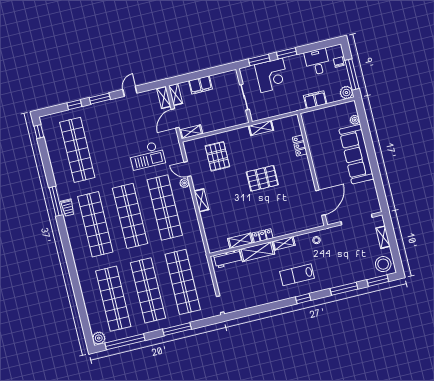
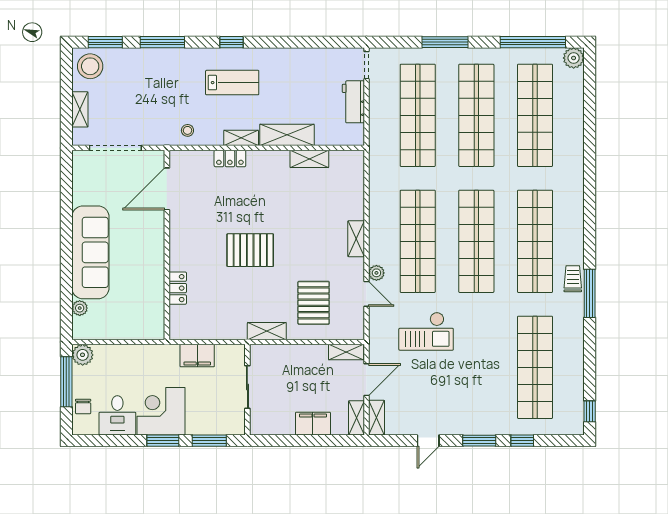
corner desk: (272, 75) -> (161, 411), moved
filing cabinet: (315, 100) -> (197, 356), moved
shelving: (261, 128) -> (267, 331), moved
checkout: (147, 156) -> (426, 331), turned 180
locker: (263, 236) -> (230, 158), moved
workbench: (228, 259) -> (353, 102), moved, turned -90

